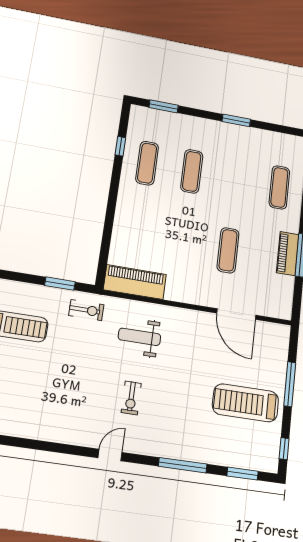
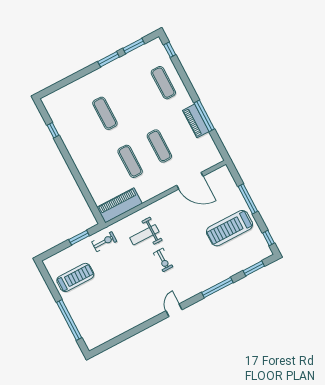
window: (164, 106) -> (134, 46), moved
exercise mat: (147, 163) -> (130, 161), moved
exercise bike: (131, 398) -> (163, 260), moved

